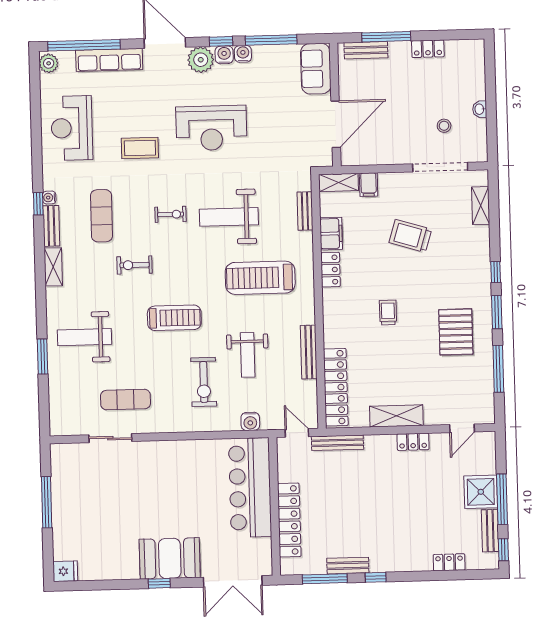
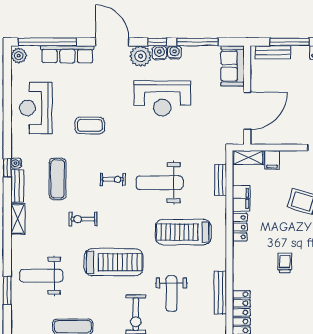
reception desk: (211, 128) -> (162, 98), moved
treadmill: (174, 318) -> (114, 262), width x1.37, depth x1.38

